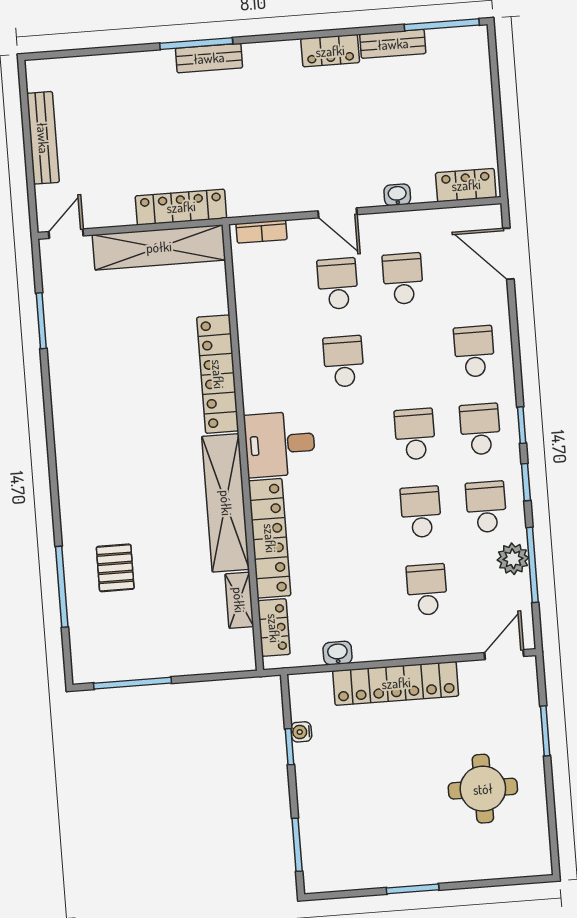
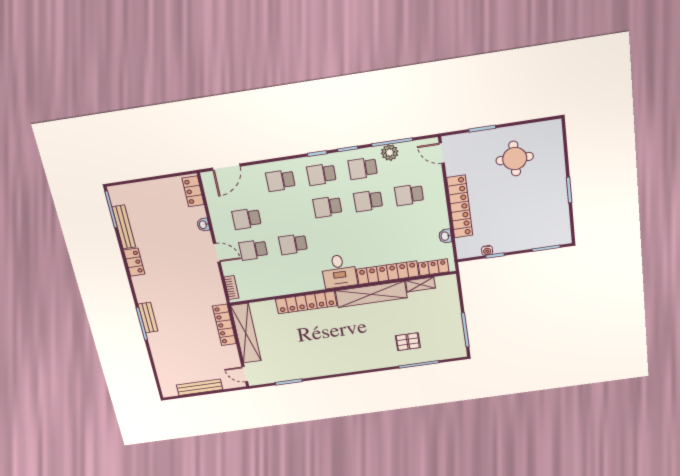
bench: (393, 44) -> (124, 227), width x1.36
door: (337, 213) -> (217, 253), hinge flipped

